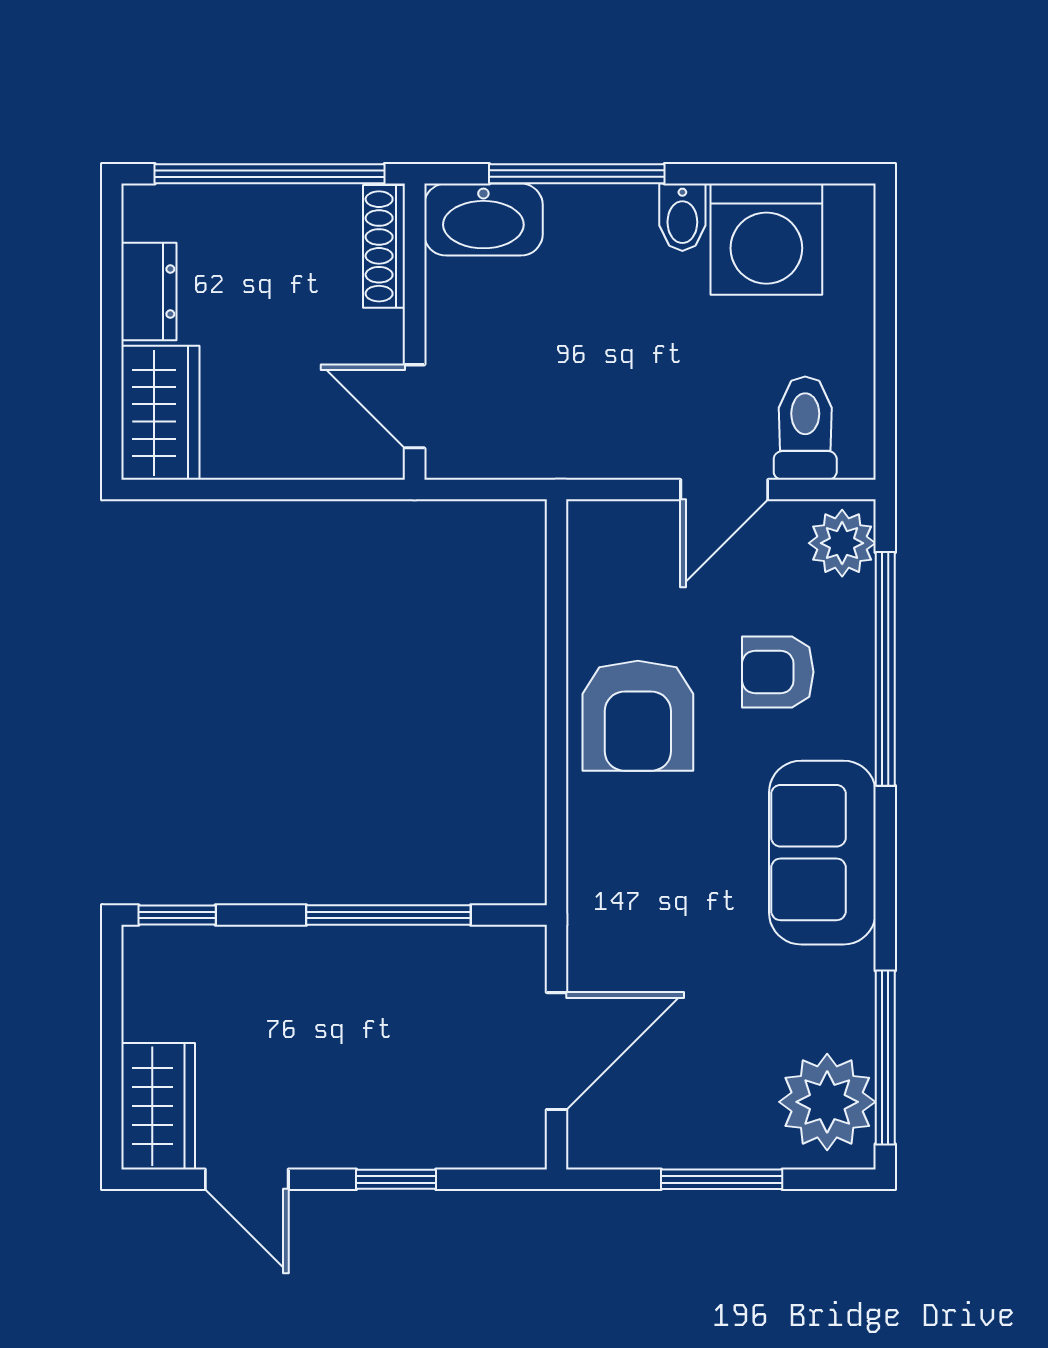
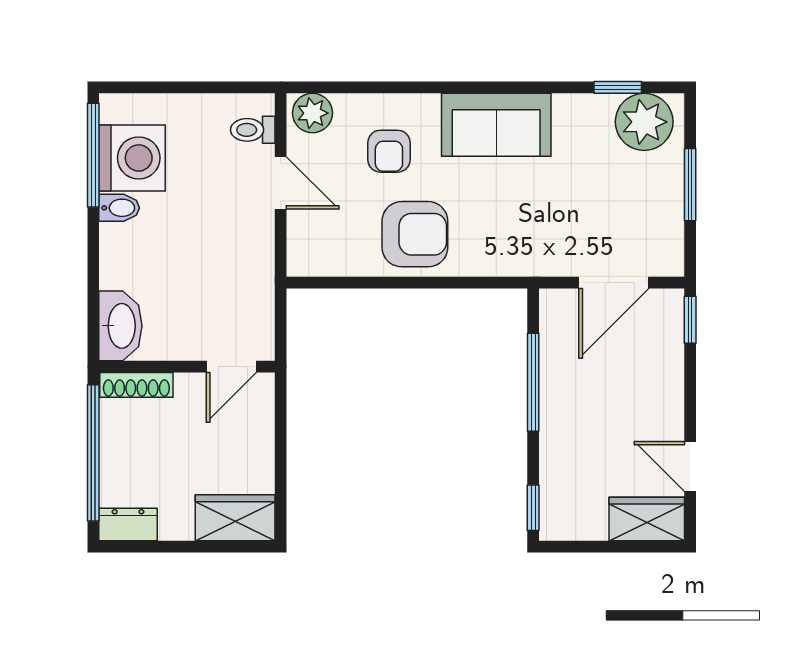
window: (577, 174) -> (93, 155), moved
dresser: (149, 292) -> (128, 524), moved
toilet: (805, 428) -> (253, 130), width x0.73, depth x0.72
window: (885, 669) -> (387, 87), removed
door: (556, 1051) -> (614, 283), swing flipped
window: (885, 1057) -> (618, 87), width x0.46
door: (247, 1179) -> (690, 466), swing flipped
window: (396, 1179) -> (690, 320), moved

